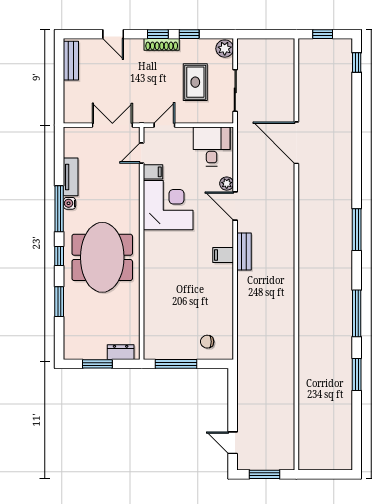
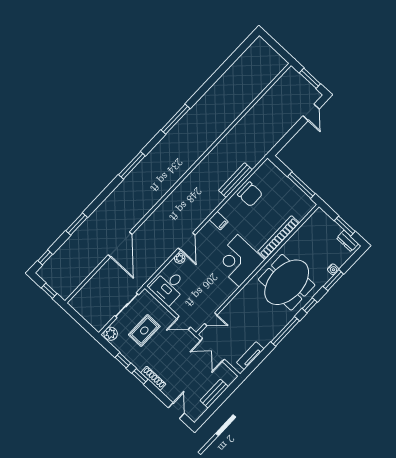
door: (113, 34) -> (176, 411), moved
shoe rack: (162, 44) -> (153, 378), moved
bench: (71, 61) -> (214, 394), moved
filing cabinet: (153, 172) -> (214, 303), removed
tv unit: (71, 177) -> (250, 356), moved
water cooler: (70, 203) -> (333, 269), moved
corner desk: (168, 205) -> (238, 261), moved
bench: (244, 251) -> (235, 180), moved, width x1.36
bookcase: (151, 293) -> (279, 237), added
chair: (207, 342) -> (250, 194), moved, width x1.87, depth x1.87
dresser: (121, 352) -> (348, 241), moved
window: (357, 374) -> (77, 224), moved

